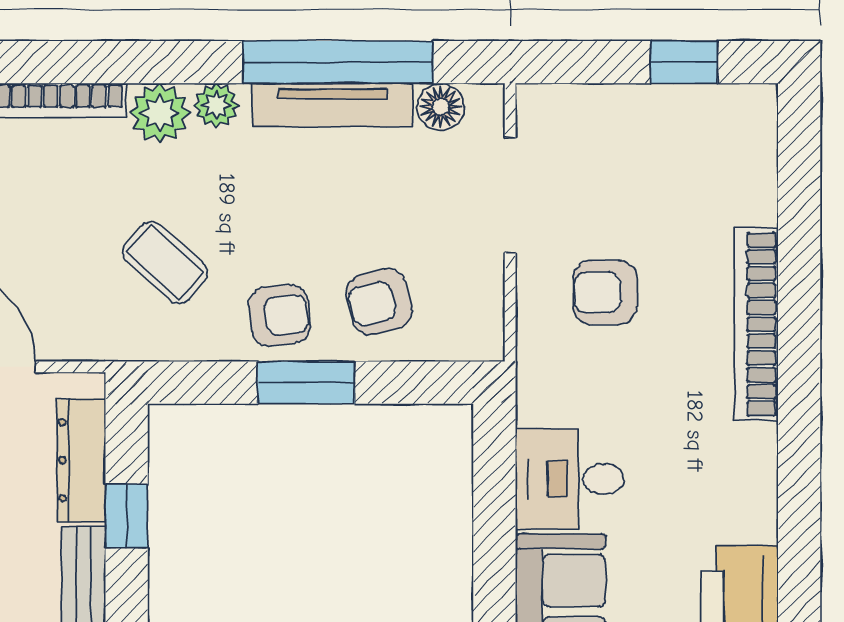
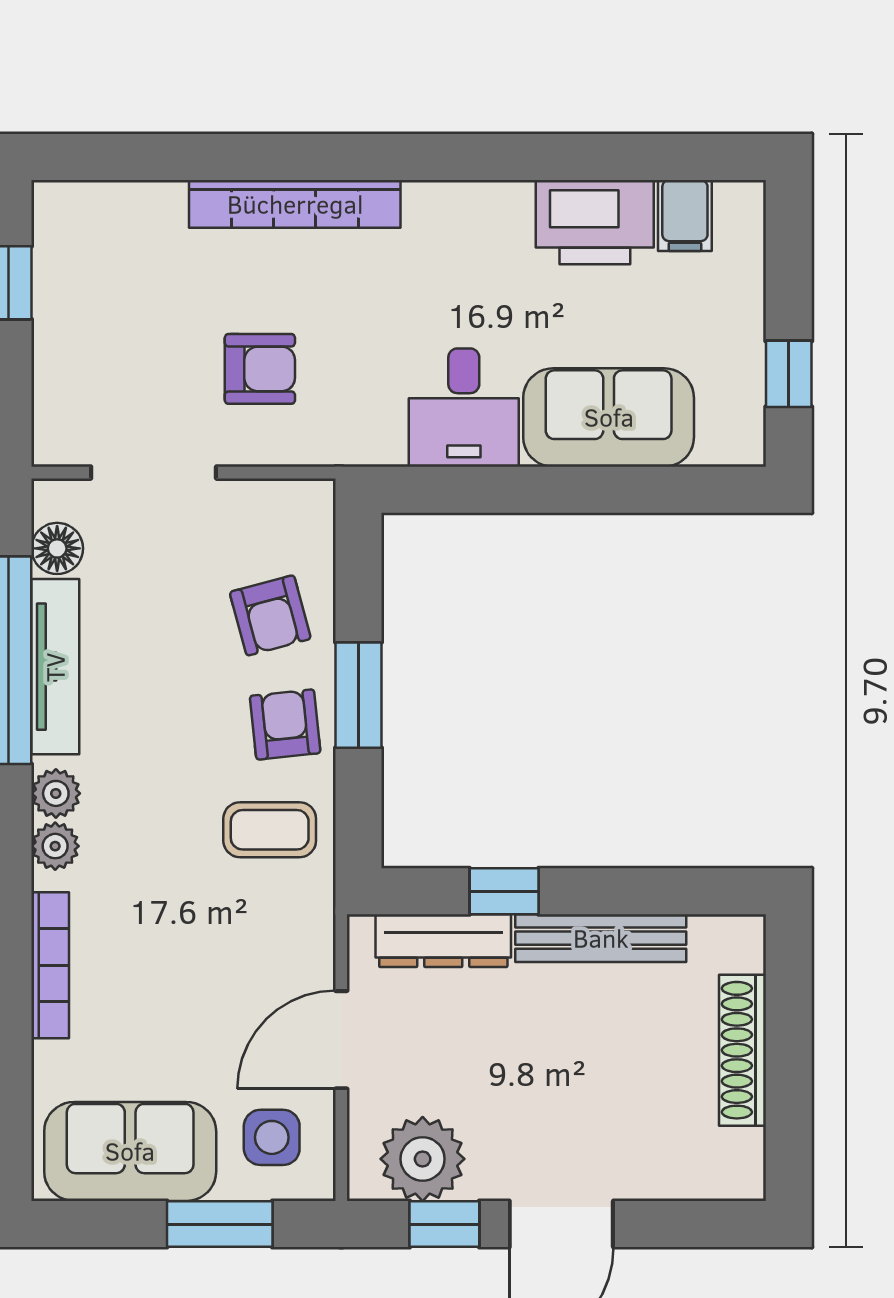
plant: (160, 113) -> (55, 846), width x0.73, depth x0.73
coffee table: (165, 263) -> (270, 830), moved, turned 48
armchair: (605, 292) -> (260, 369), turned -90

